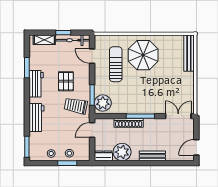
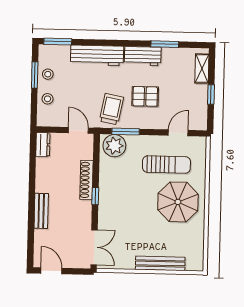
bicycle: (73, 40) -> (200, 107), removed
bench: (189, 53) -> (160, 263), moved
window: (140, 116) -> (95, 196), width x0.46
workbench: (37, 117) -> (97, 55), width x1.38
plant: (122, 152) -> (47, 170), removed
window: (67, 163) -> (35, 75), moved

